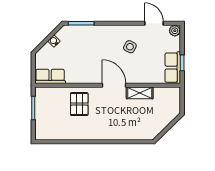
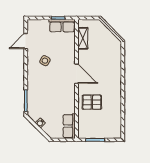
plant: (175, 31) -> (32, 24), removed
door: (114, 85) -> (77, 74), swing flipped
shelving: (140, 93) -> (83, 38), moved

